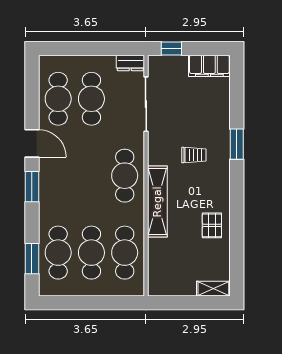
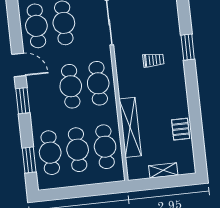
cafe table: (91, 176) -> (71, 86), added
shelving: (157, 202) -> (130, 127), moved
pallet: (212, 225) -> (181, 129), moved
shelving: (213, 289) -> (163, 170), moved

